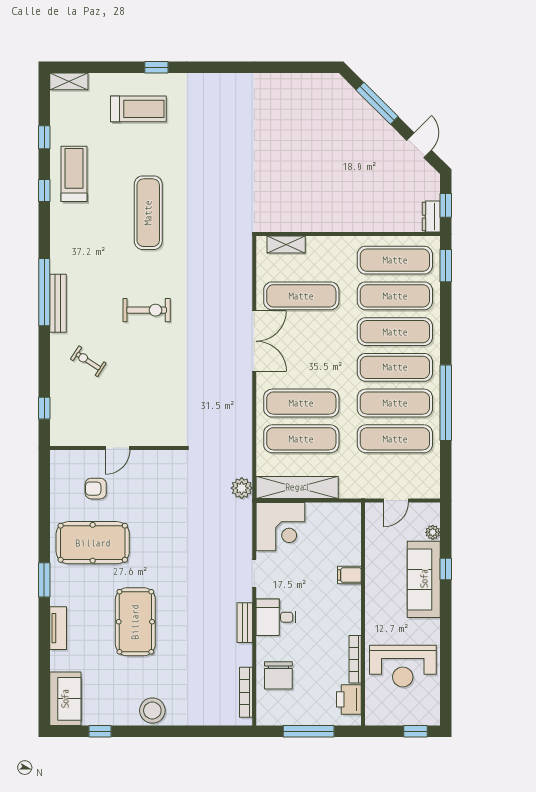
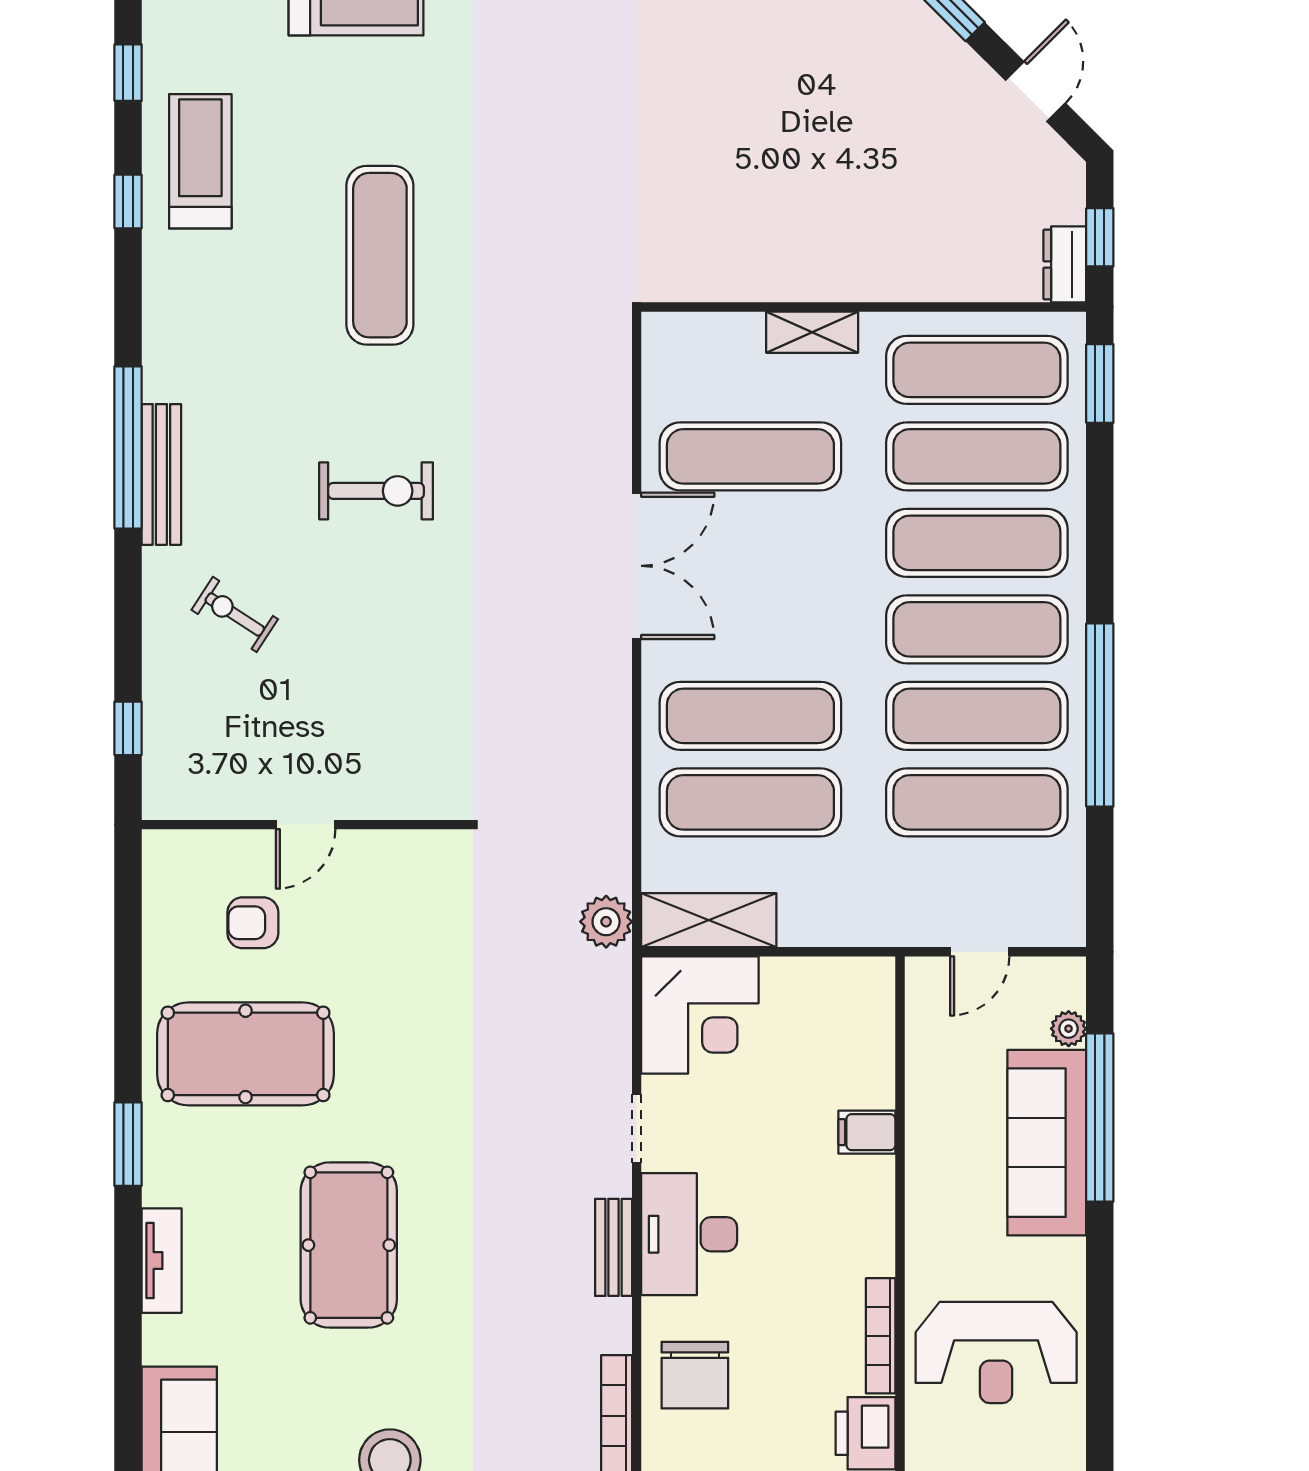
shelving: (286, 245) -> (812, 332), moved
shelving: (297, 487) -> (709, 920), width x0.68
window: (446, 569) -> (1100, 1118), width x3.17
desk: (276, 617) -> (689, 1234), width x1.37

